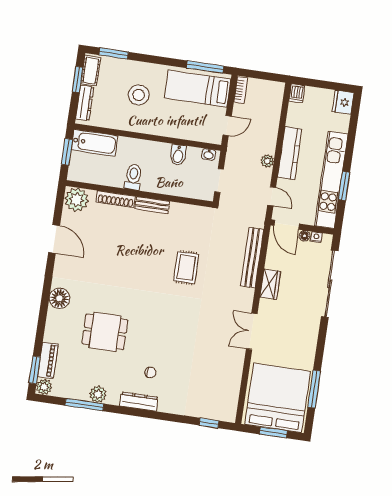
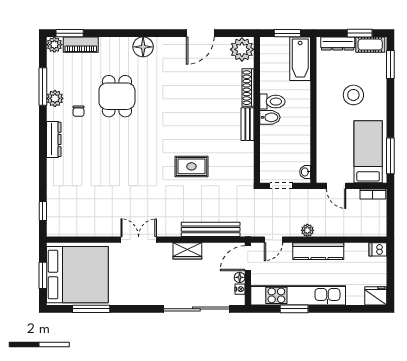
bidet: (178, 155) -> (270, 117), moved, turned 180
chair: (150, 372) -> (79, 111), moved

